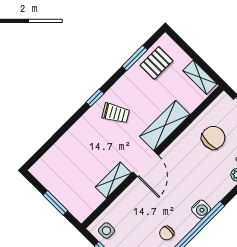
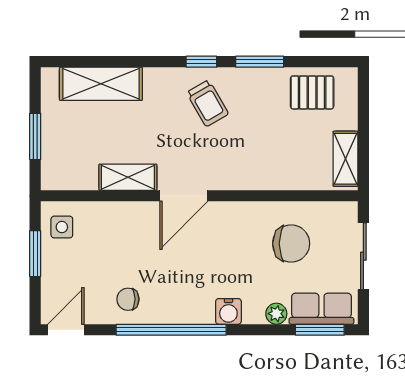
window: (135, 58) -> (260, 62), moved
shelving: (165, 125) -> (101, 84), moved
water cooler: (201, 209) -> (228, 311), moved

